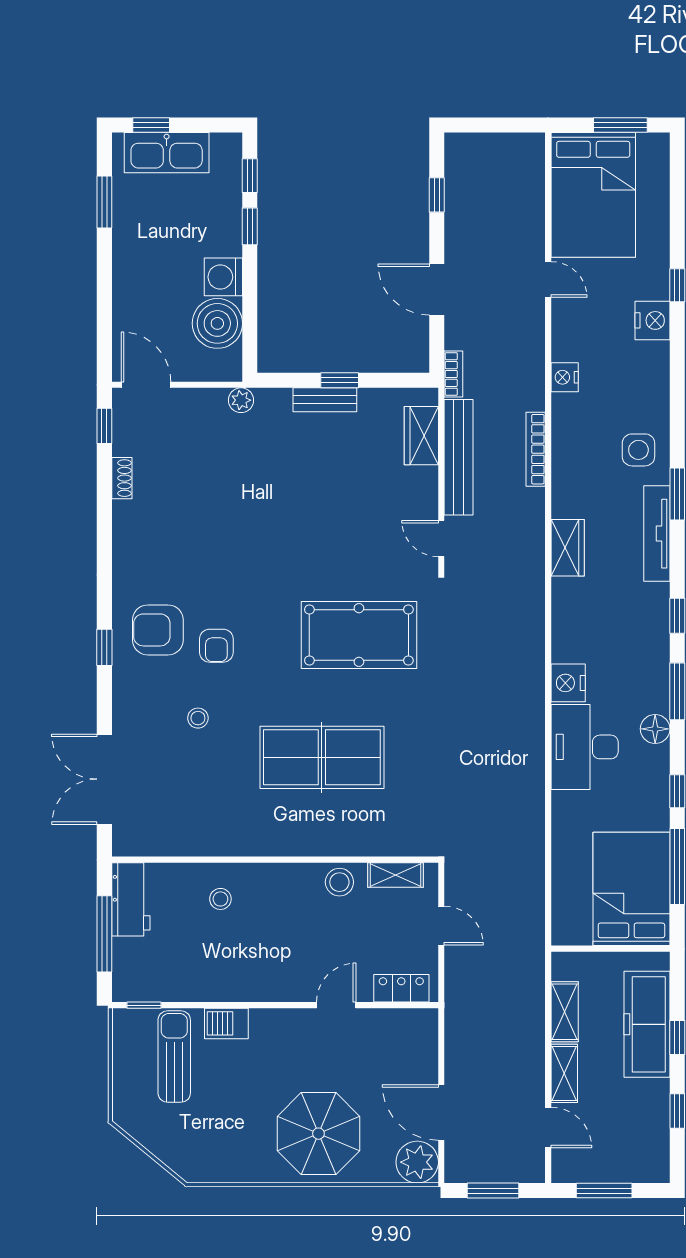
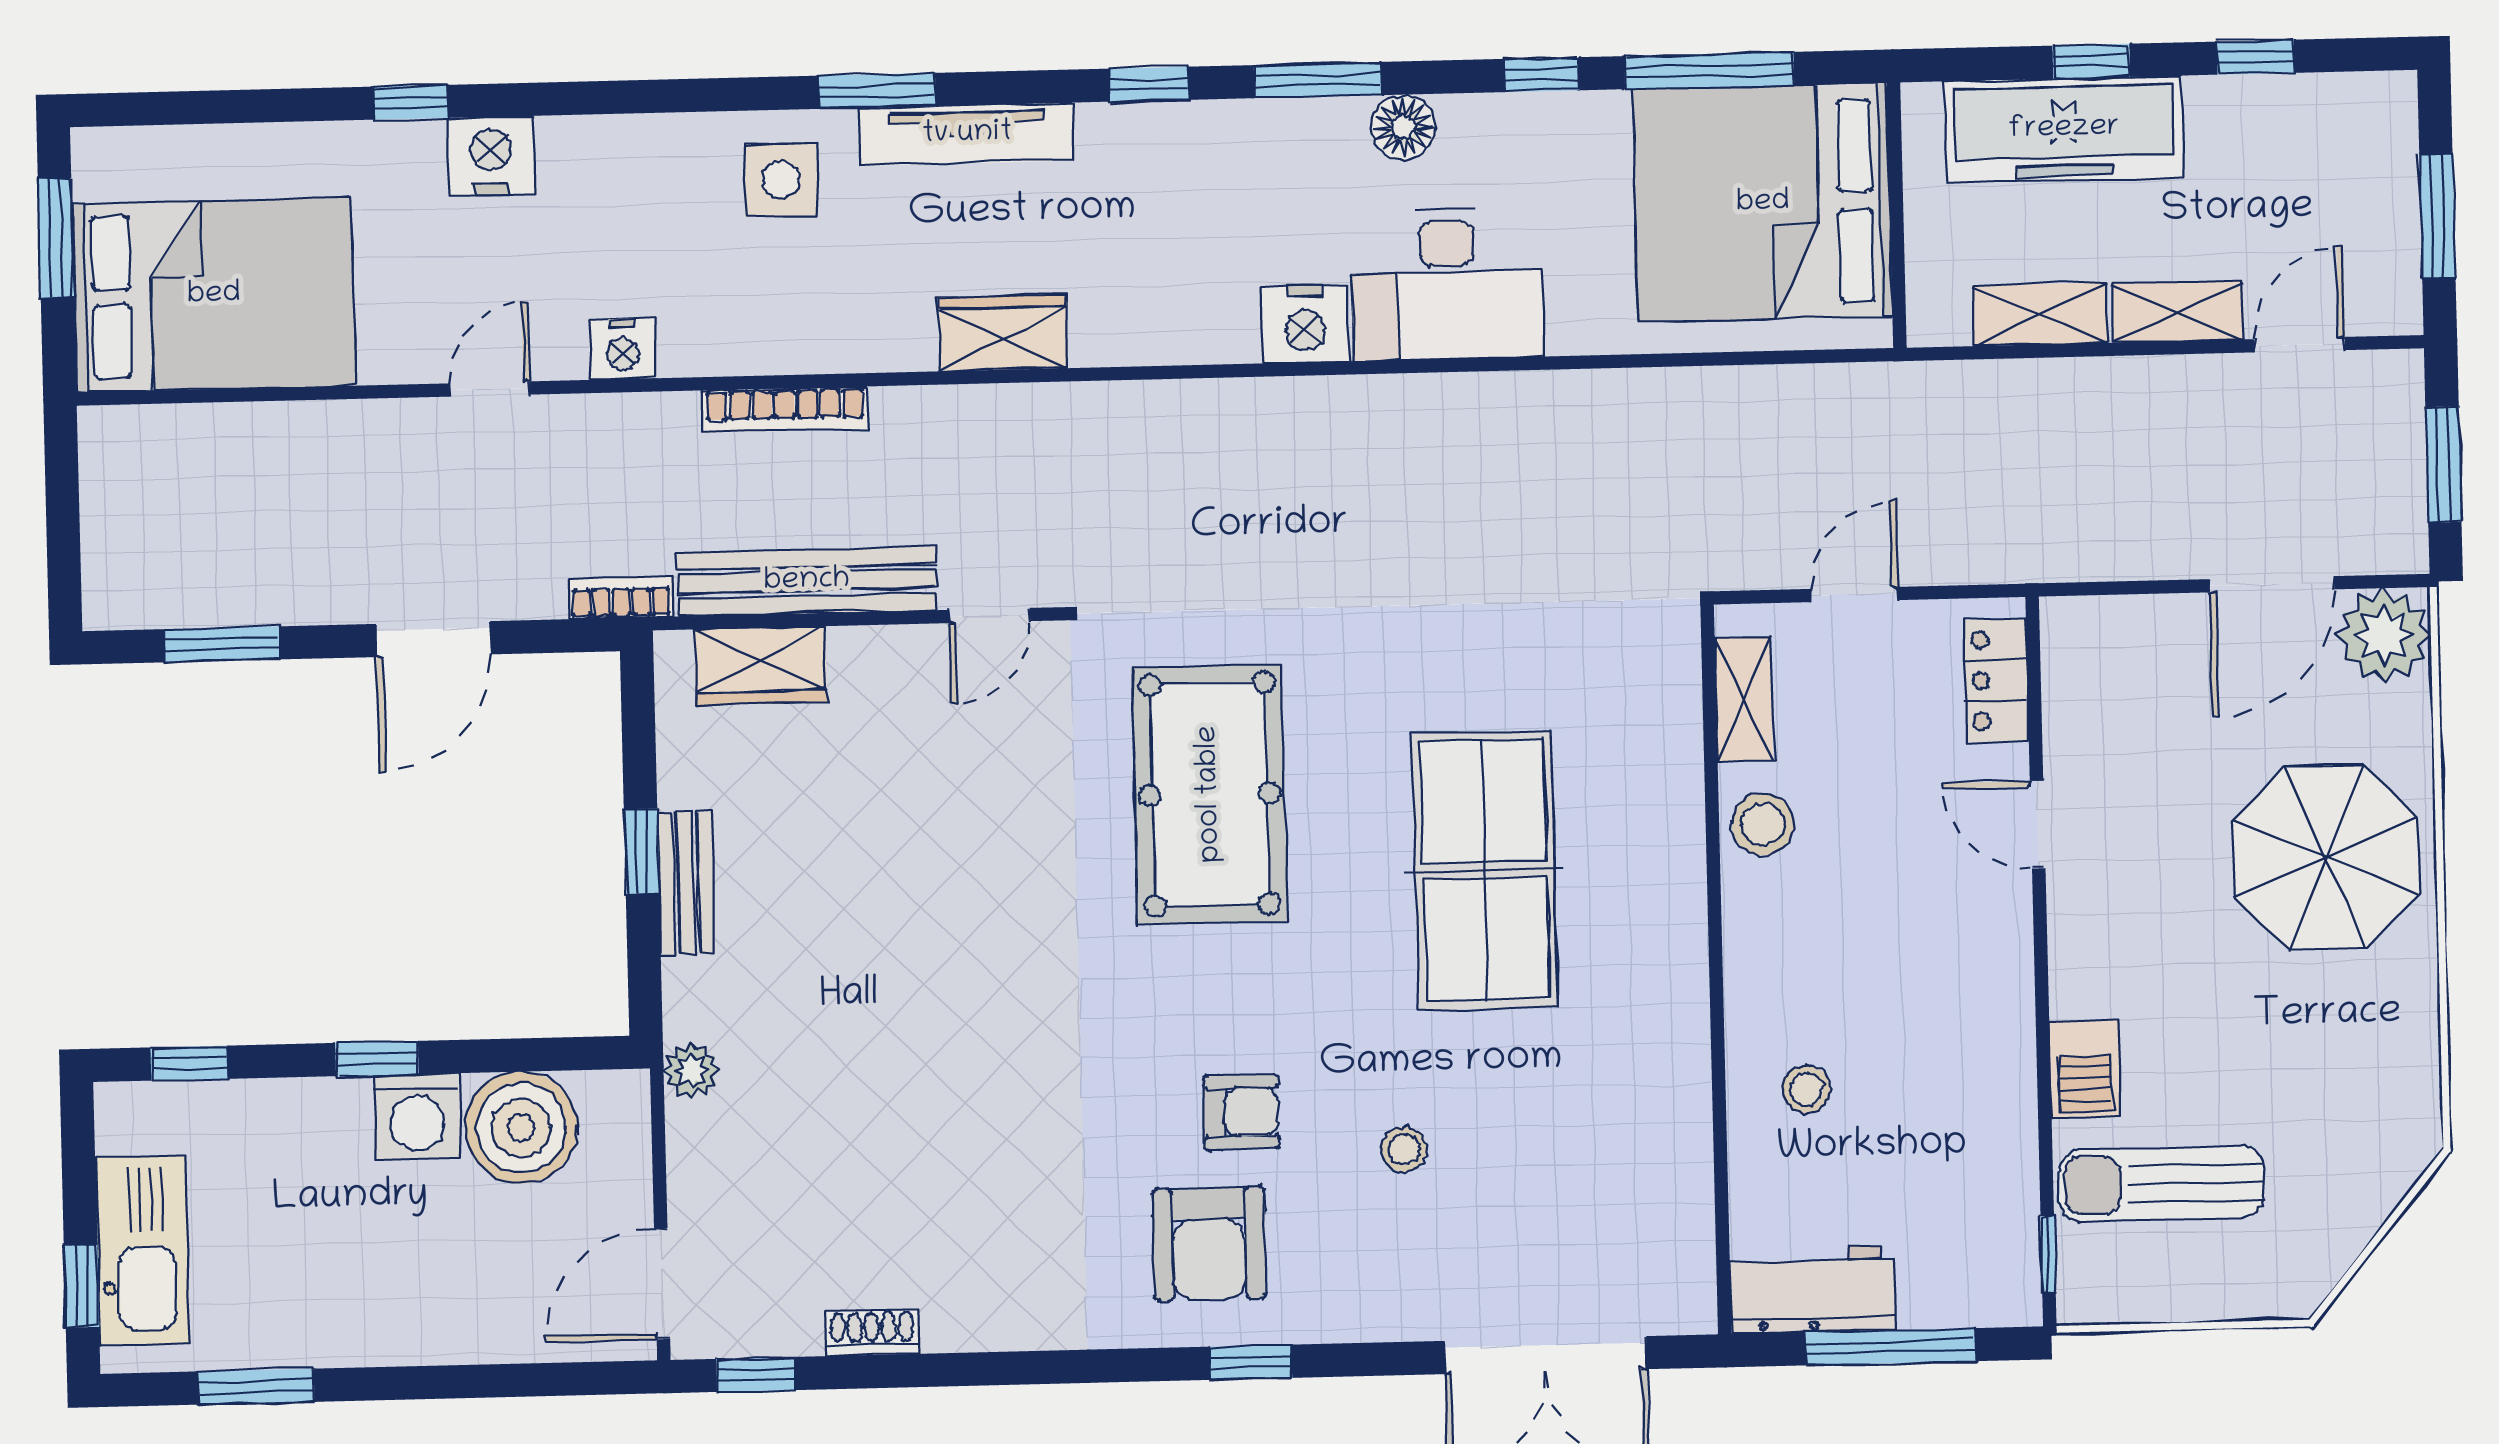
window: (437, 195) -> (222, 644), width x1.50
window: (250, 226) -> (377, 1059), moved
door: (548, 279) -> (490, 389), moved
bed: (631, 889) -> (1763, 203), width x1.36

